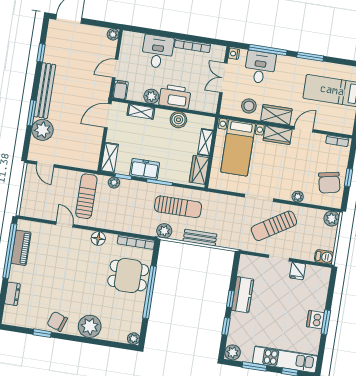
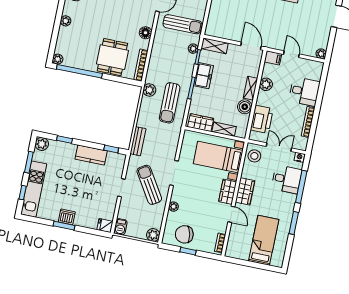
printer: (175, 97) -> (262, 119), moved
stool: (249, 106) -> (254, 156), moved
shelving: (141, 112) -> (251, 88), moved
bench: (200, 238) -> (138, 141), moved
fridge: (298, 271) -> (105, 226), moved
window: (150, 292) -> (79, 71), moved
window: (230, 299) -> (111, 149), moved
plant: (90, 326) -> (66, 21), width x0.53, depth x0.53

